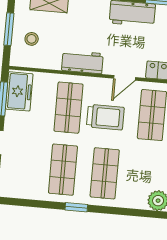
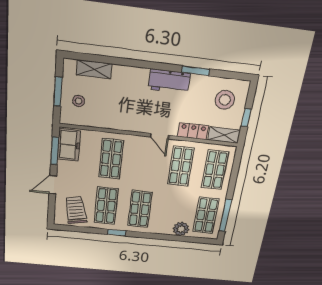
workbench: (82, 62) -> (124, 122), removed
door: (125, 78) -> (159, 136), hinge flipped
trolley: (105, 117) -> (76, 210), moved, turned -102

